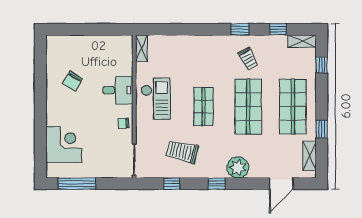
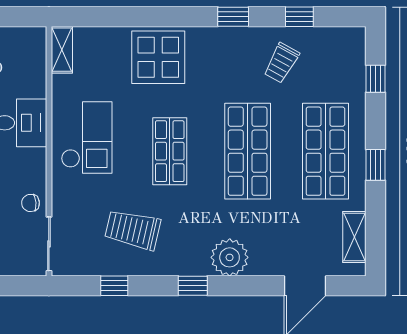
shelving: (302, 41) -> (342, 37), removed
display table: (197, 53) -> (158, 57), added
trolley: (248, 59) -> (281, 63), moved, turned 57
chair: (123, 123) -> (31, 203), moved
window: (322, 129) -> (376, 165), moved

